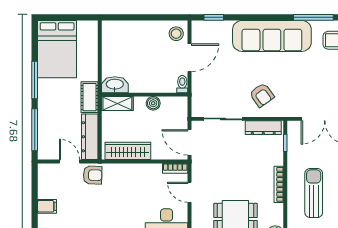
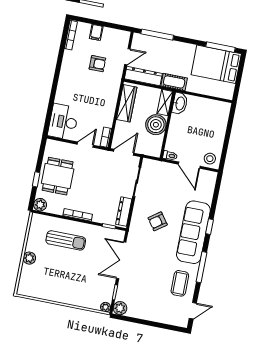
window: (214, 17) -> (209, 227), moved
window: (35, 80) -> (221, 47), moved
armchair: (262, 95) -> (158, 221), moved
boiler: (153, 103) -> (156, 125), width x1.86, depth x1.86
armchair: (93, 175) -> (97, 64), moved, turned -92

